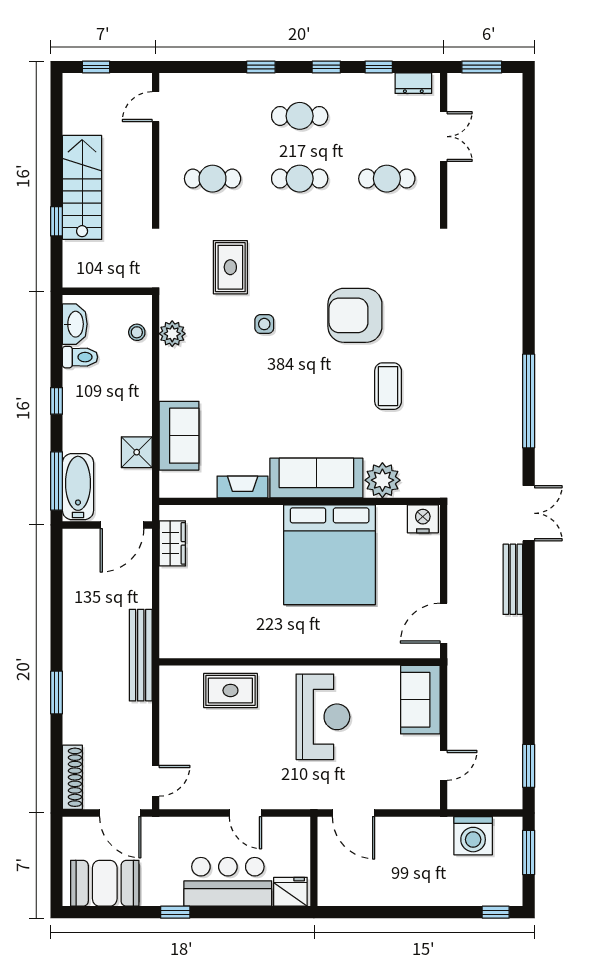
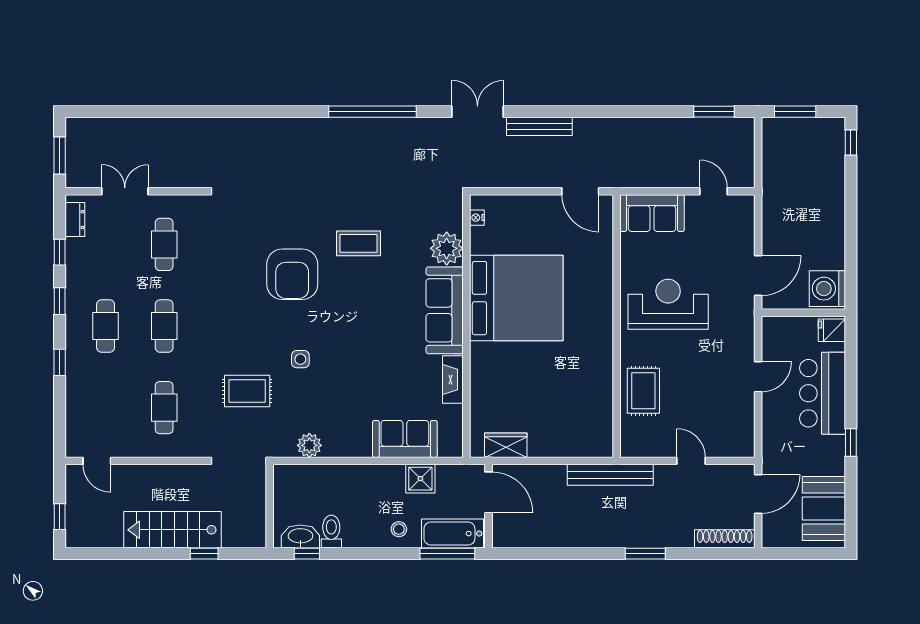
stool: (137, 332) -> (399, 529), moved
window: (57, 401) -> (307, 554), moved
nightstand: (423, 519) -> (477, 218), width x0.53, depth x0.56
door: (156, 781) -> (691, 461), moved
washing machine: (473, 836) -> (827, 289), moved, turned 180
fridge: (290, 892) -> (832, 330), width x0.72

